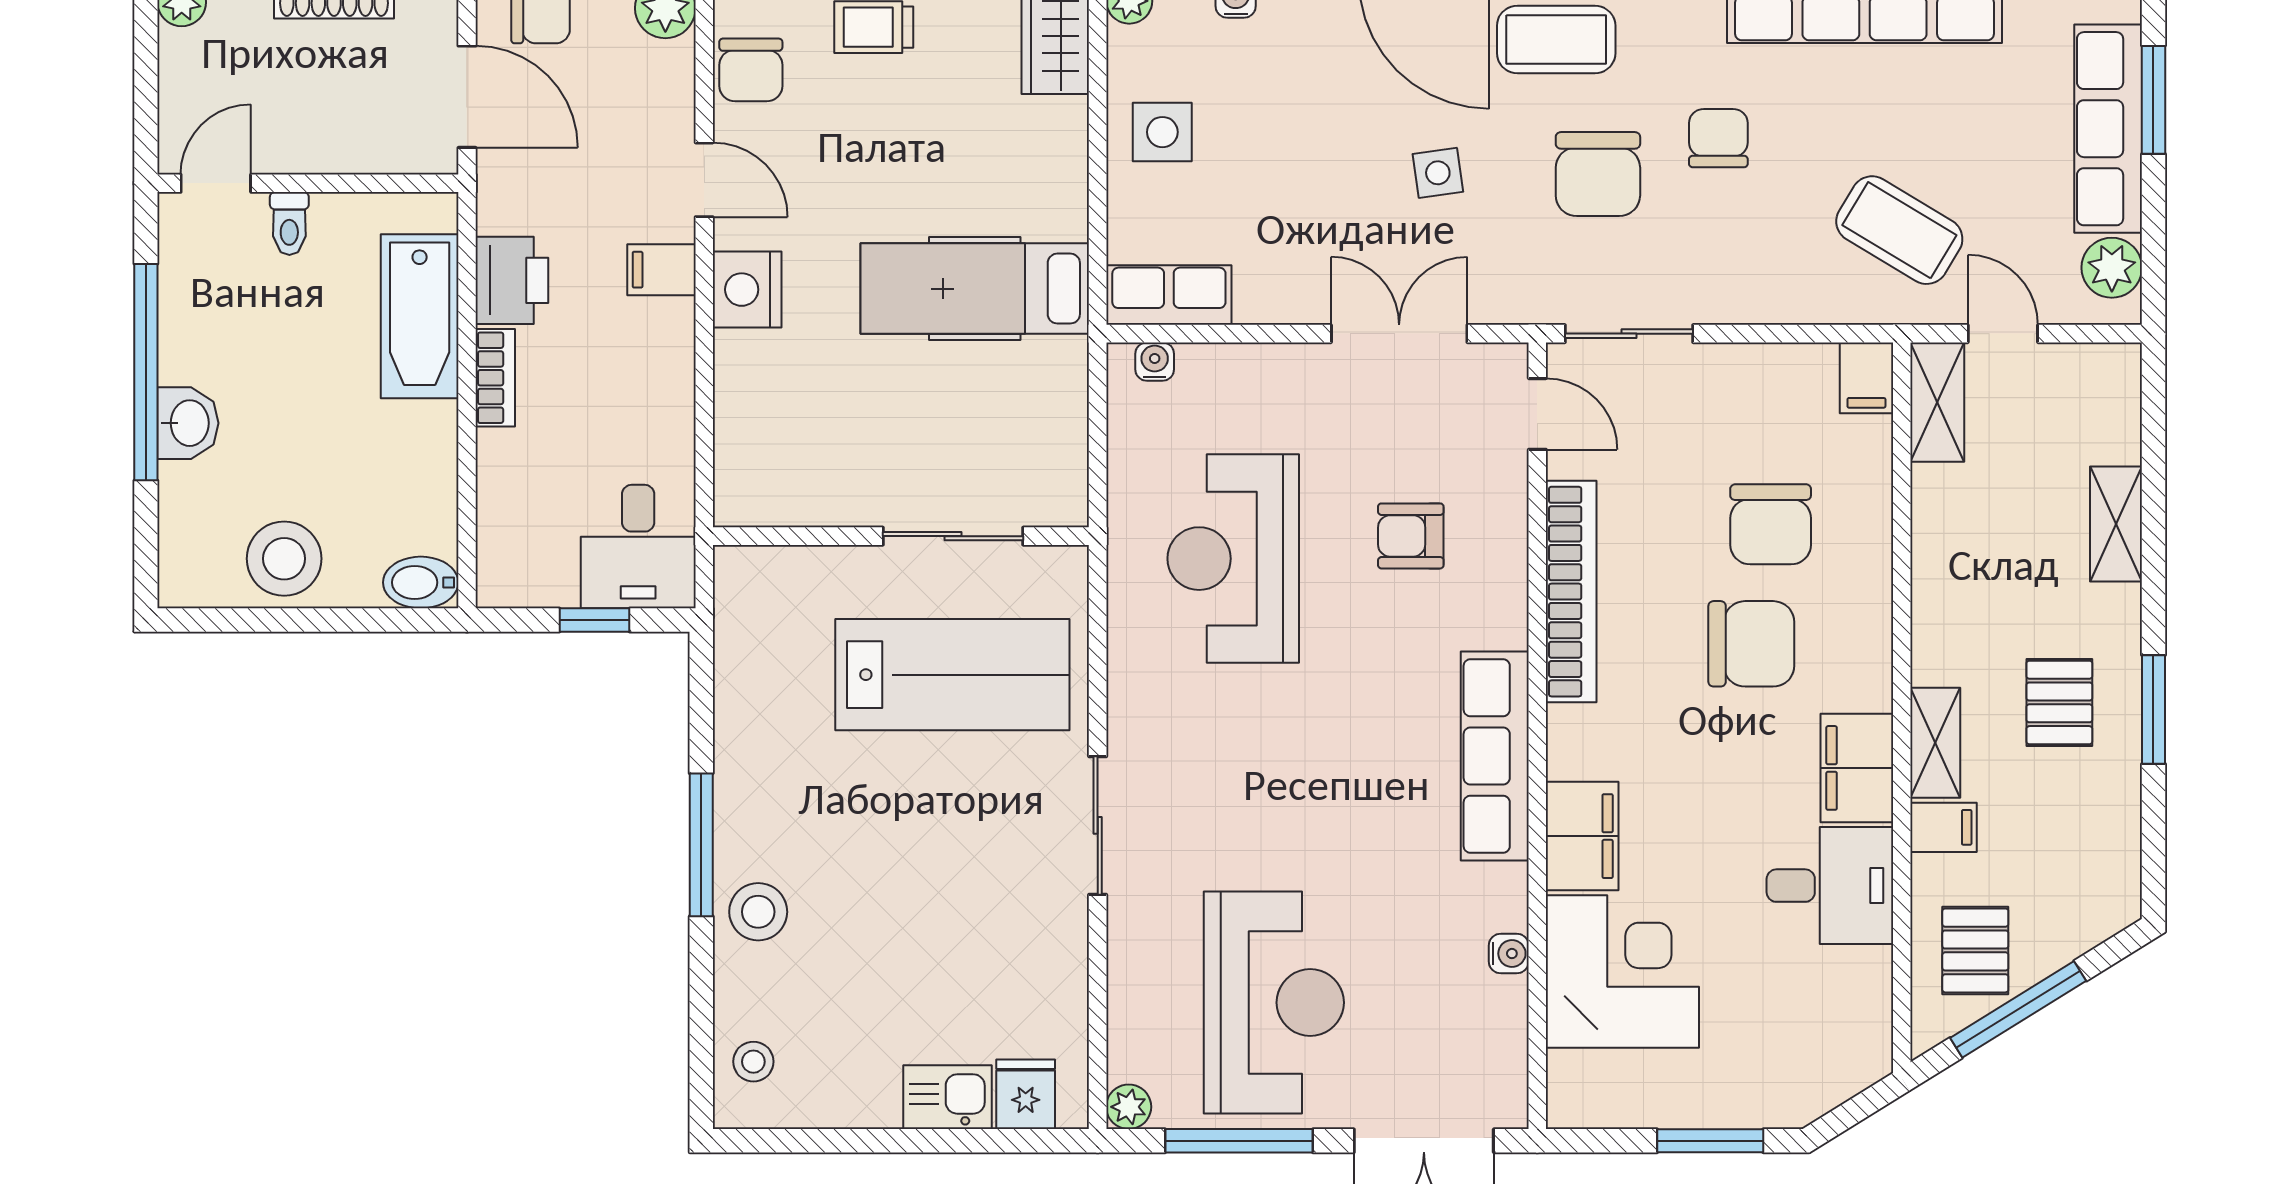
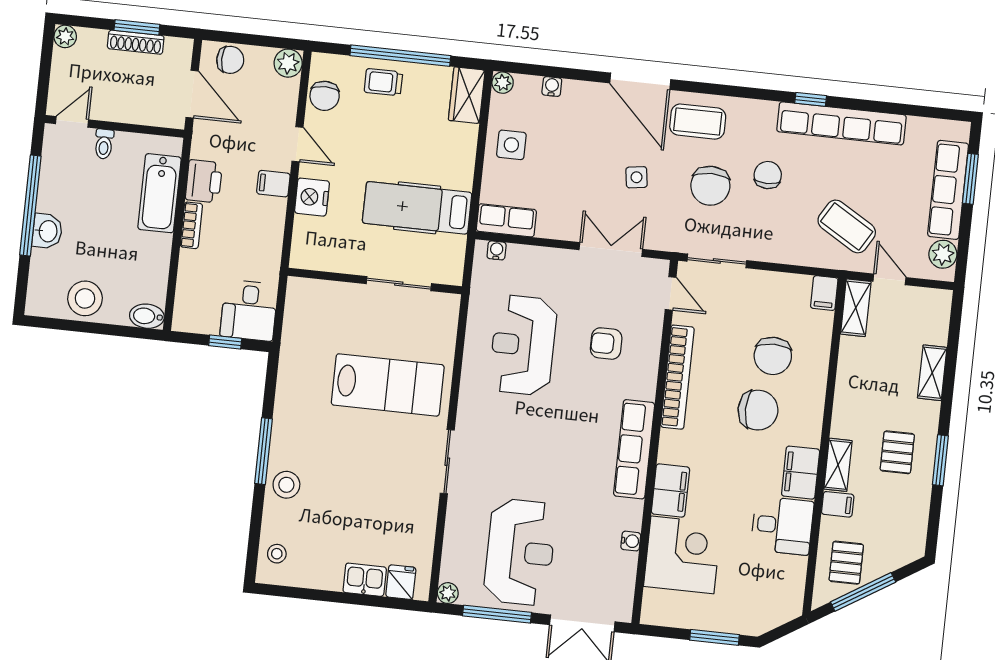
wall: (901, 536) -> (375, 281), moved
sliding door: (953, 536) -> (399, 284), moved

